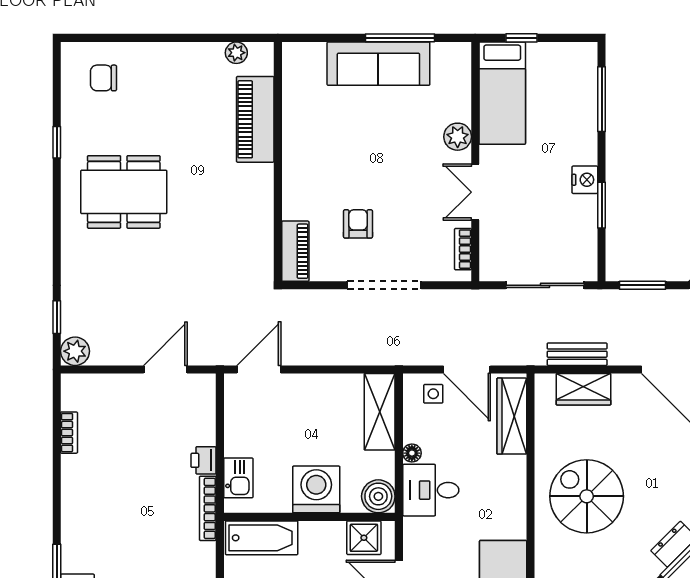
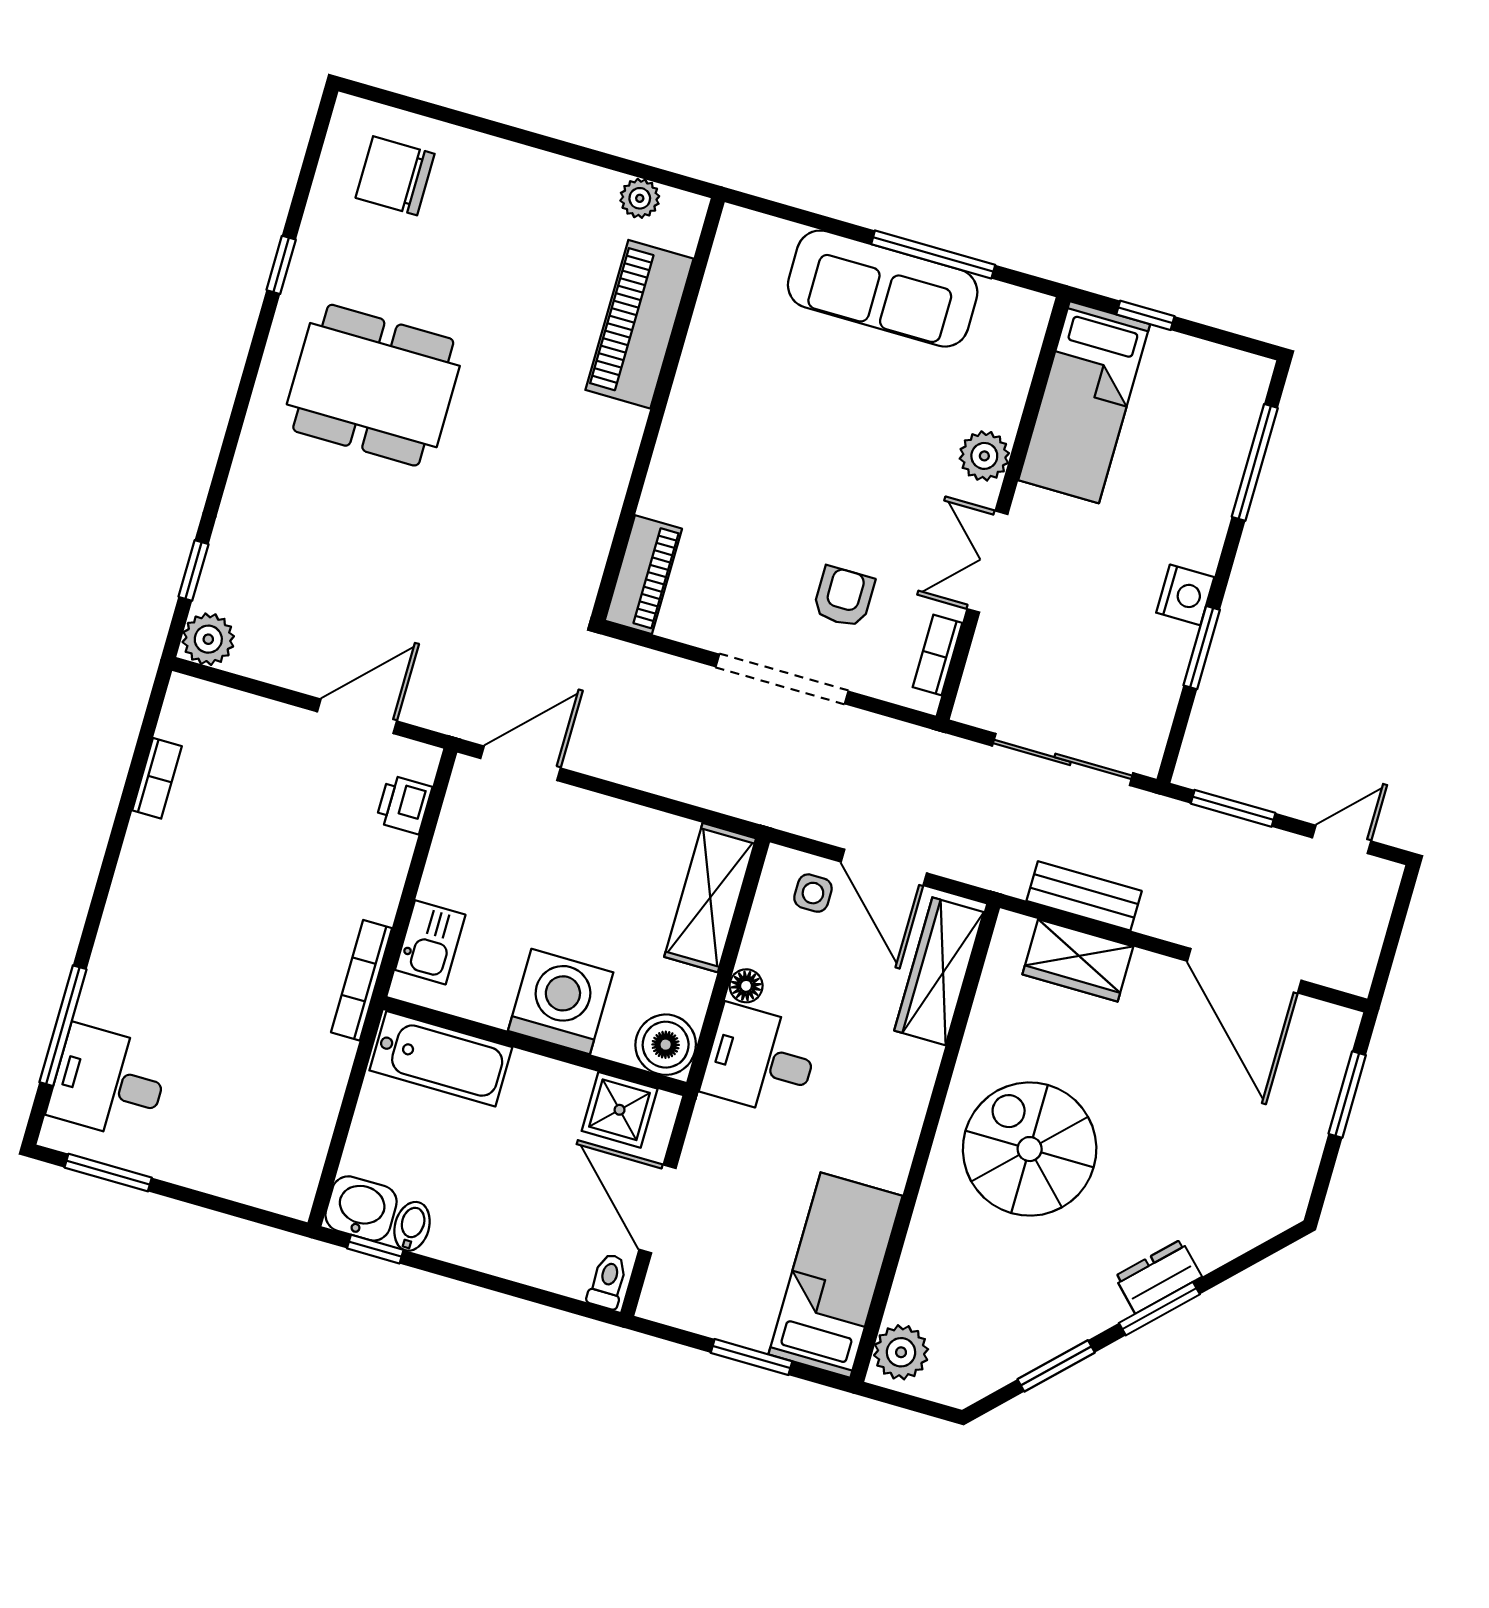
chair: (104, 78) -> (395, 176), width x1.37, depth x1.37
armchair: (358, 224) -> (844, 597), moved
printer: (204, 460) -> (404, 804), moved

